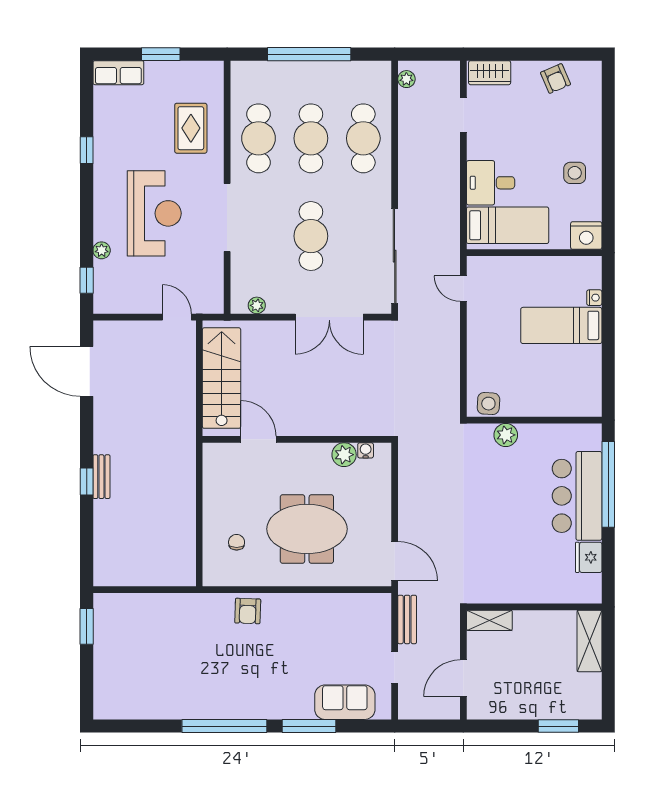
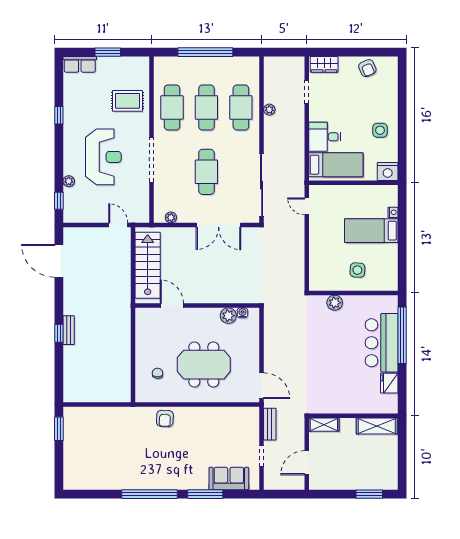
plant: (406, 79) -> (269, 110), moved
rug: (191, 128) -> (127, 101), turned 90
side table: (488, 404) -> (357, 270), moved
shelving: (589, 641) -> (377, 426), moved, turned 90

